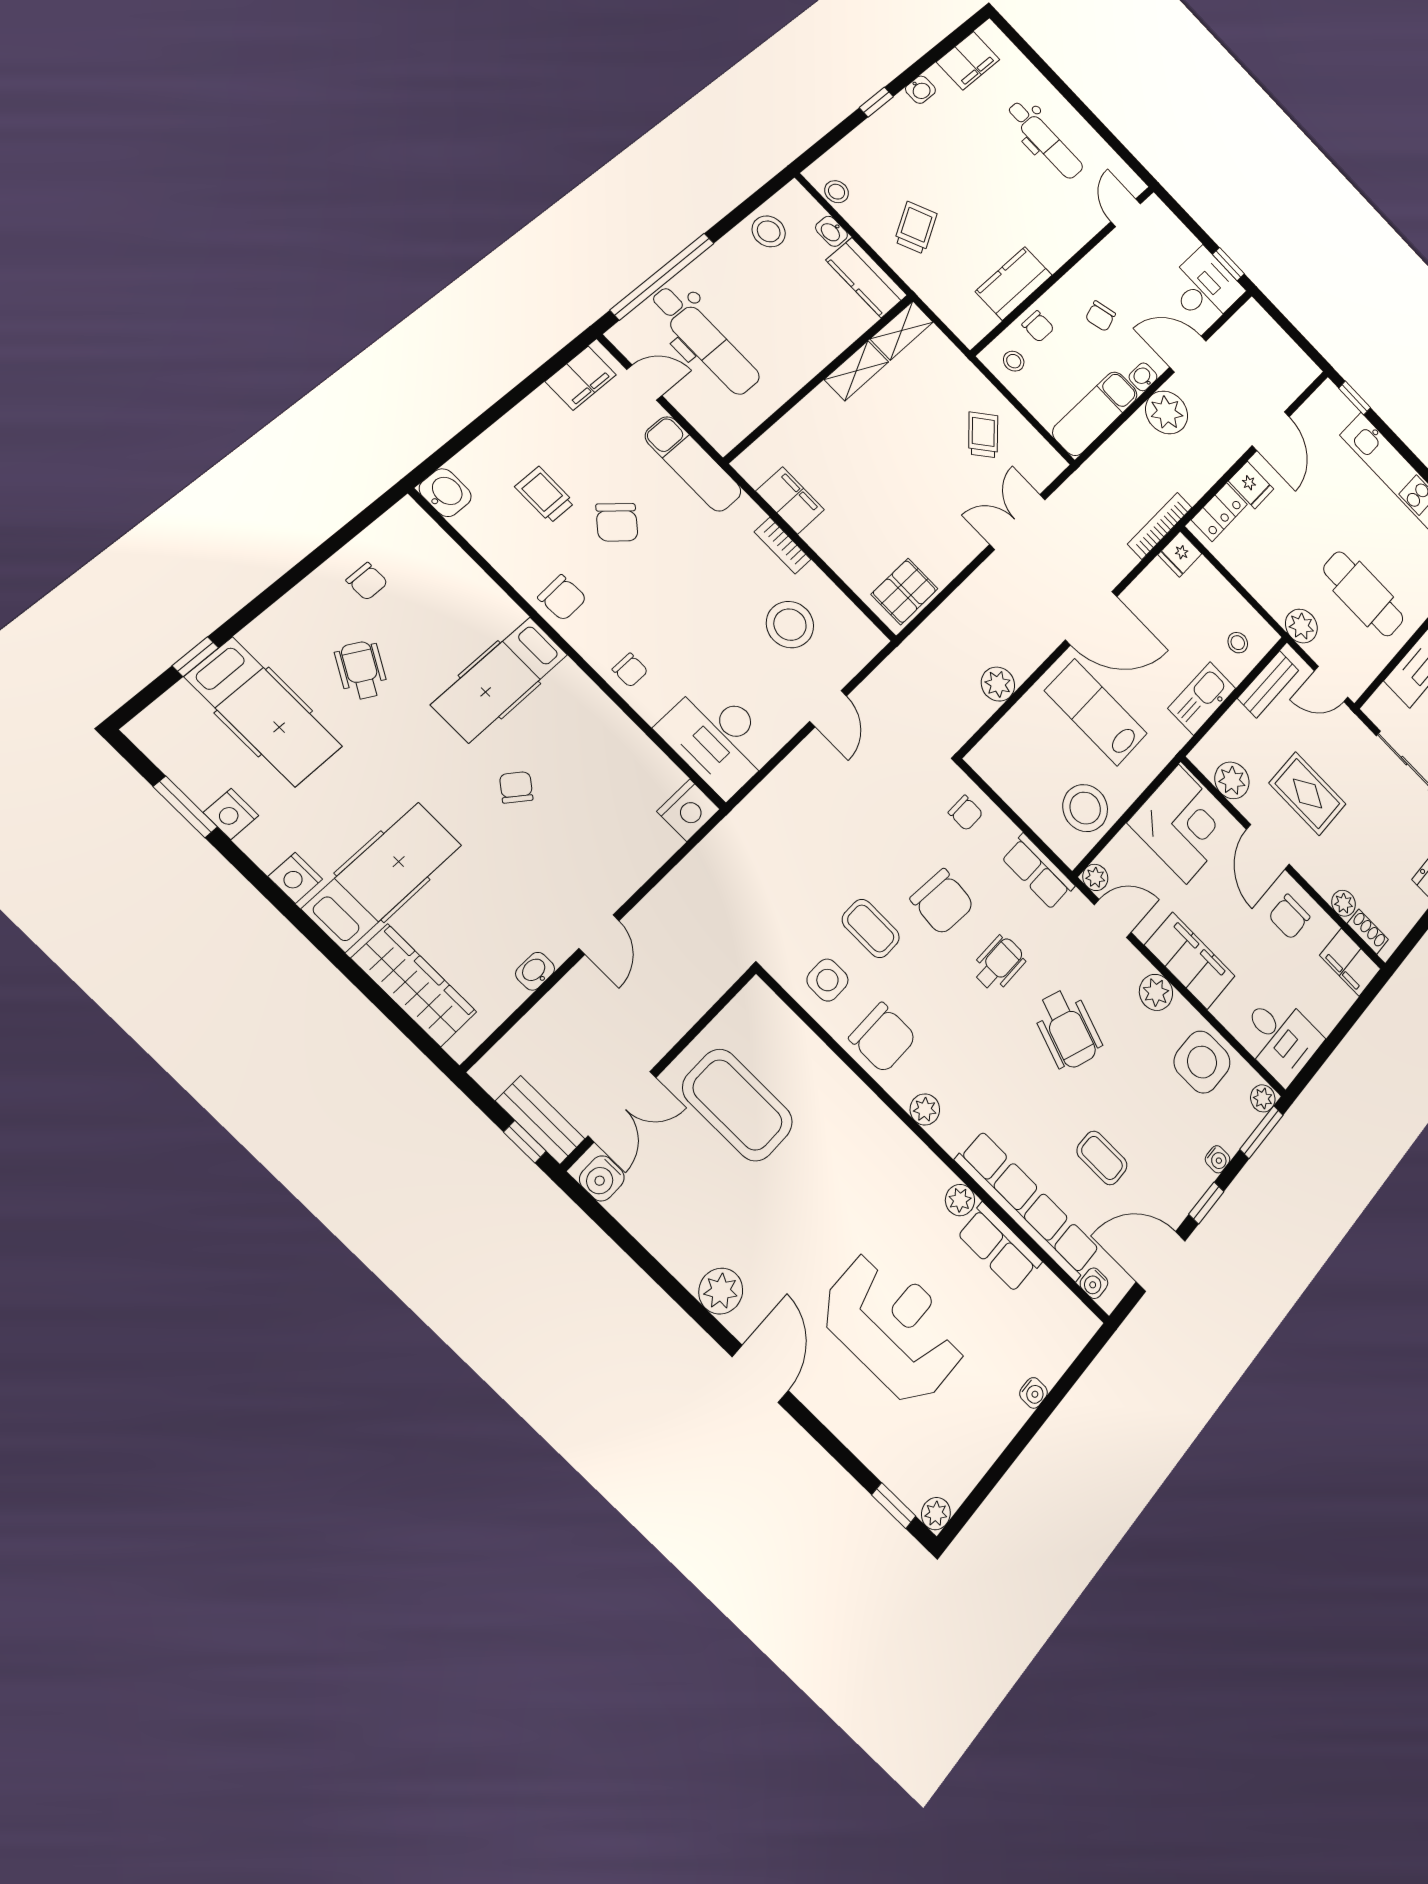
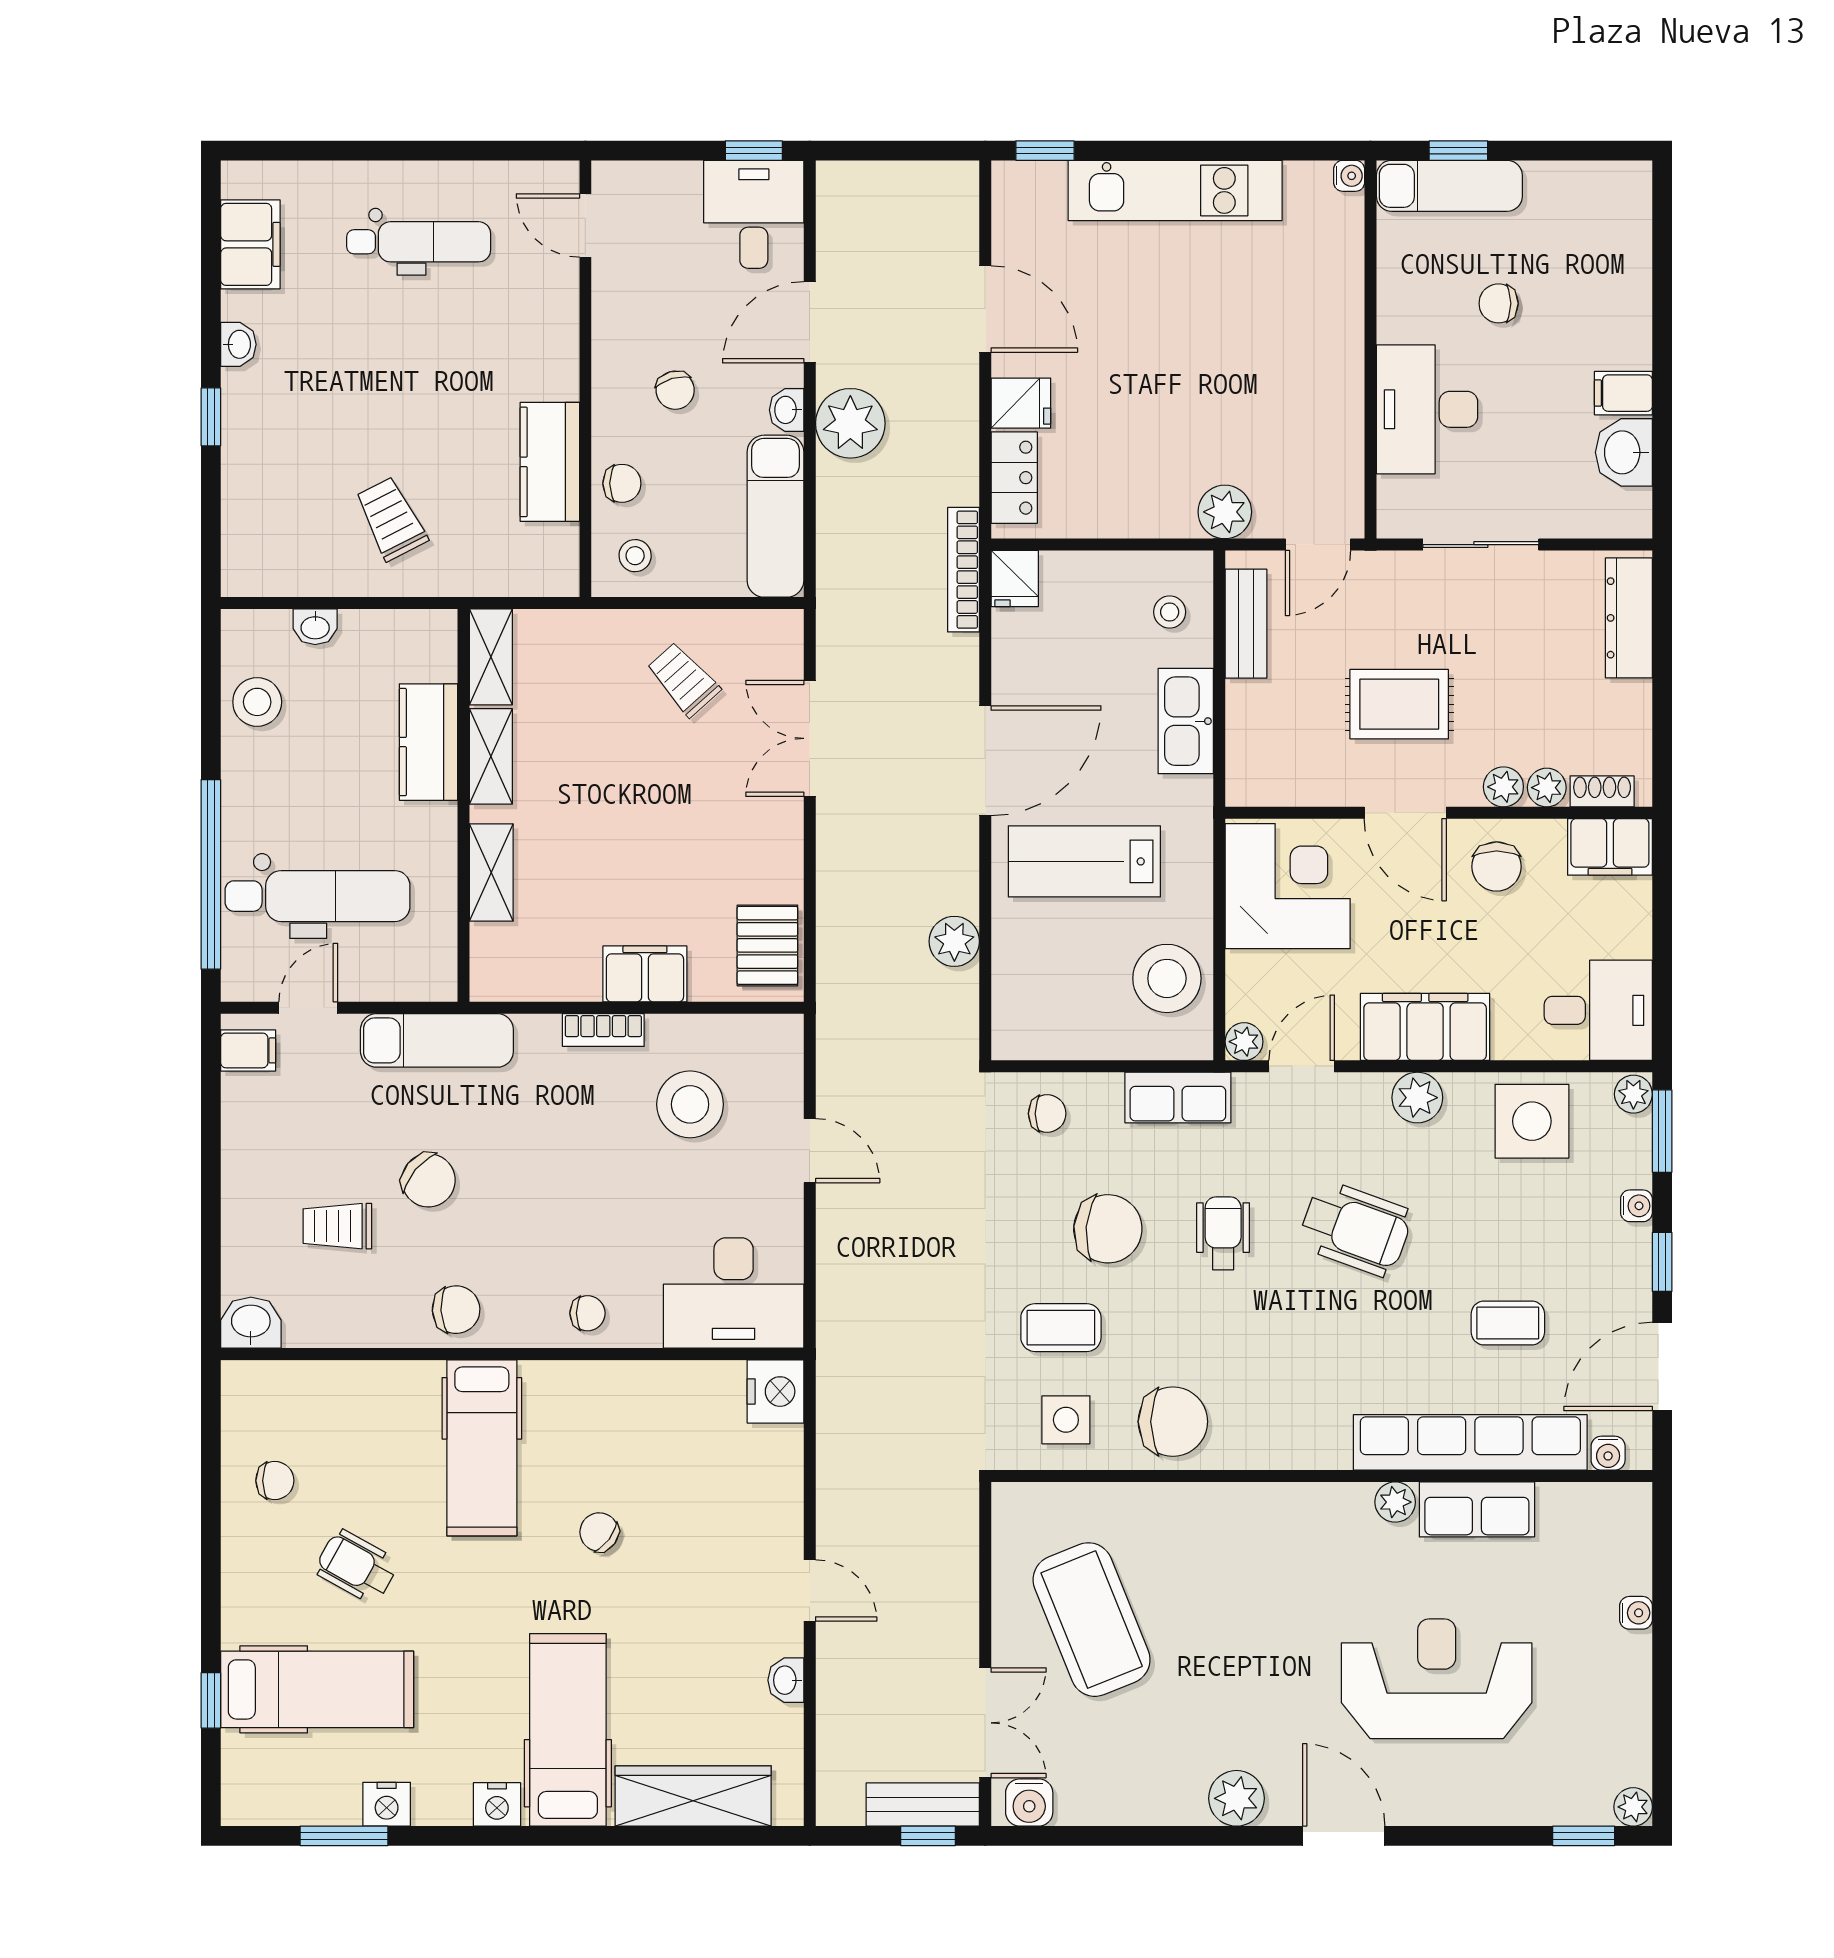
stool: (837, 192) -> (276, 574), removed
kitchen counter: (867, 278) -> (428, 742), moved, turned 90
filing cabinet: (581, 378) -> (248, 1050), width x0.50
shelving: (802, 419) -> (491, 872), added
filing cabinet: (790, 500) -> (645, 974), moved
cafe table: (1363, 594) -> (1264, 392), removed
plant: (1232, 780) -> (1503, 787), moved, width x0.73, depth x0.73
coffee table: (738, 1105) -> (1092, 1620), turned 68
plant: (925, 1109) -> (1280, 1450), removed

